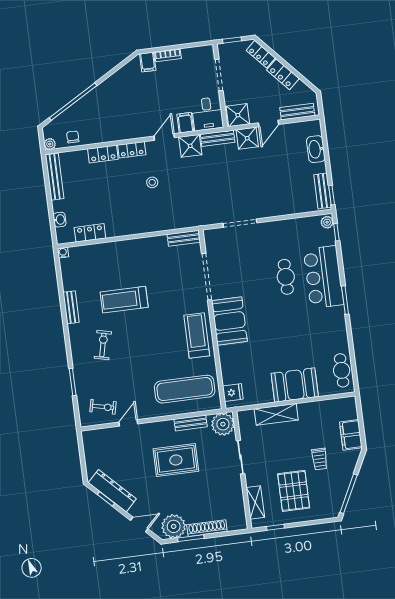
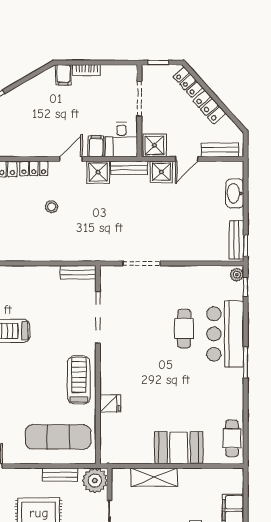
booth: (229, 321) -> (116, 369), removed
fridge: (233, 393) -> (110, 404), moved

